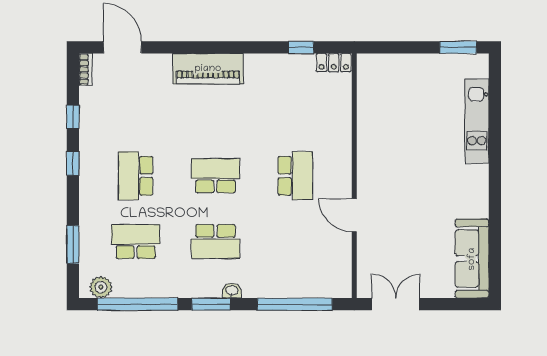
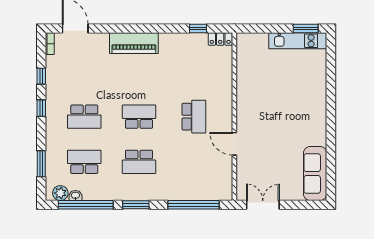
kitchen unit: (477, 121) -> (298, 41), moved, turned -90
school desk: (136, 176) -> (84, 117), turned -90
washbasin: (232, 291) -> (75, 196), moved

